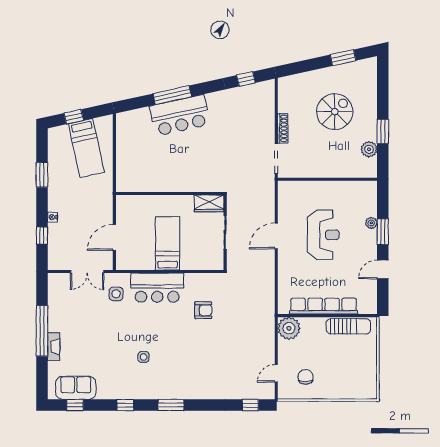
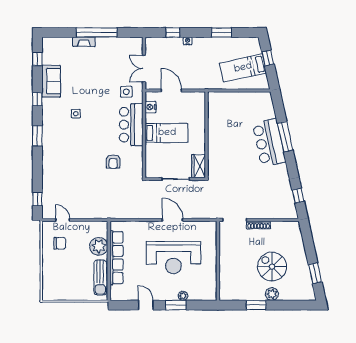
spiral stairs: (335, 112) -> (272, 267), turned 180
plant: (369, 149) -> (272, 294), moved
reception desk: (323, 235) -> (173, 257), width x1.36, depth x1.30
nightstand: (135, 263) -> (151, 107), added
plant: (289, 328) -> (99, 246), moved
sofa: (76, 388) -> (51, 81), moved

